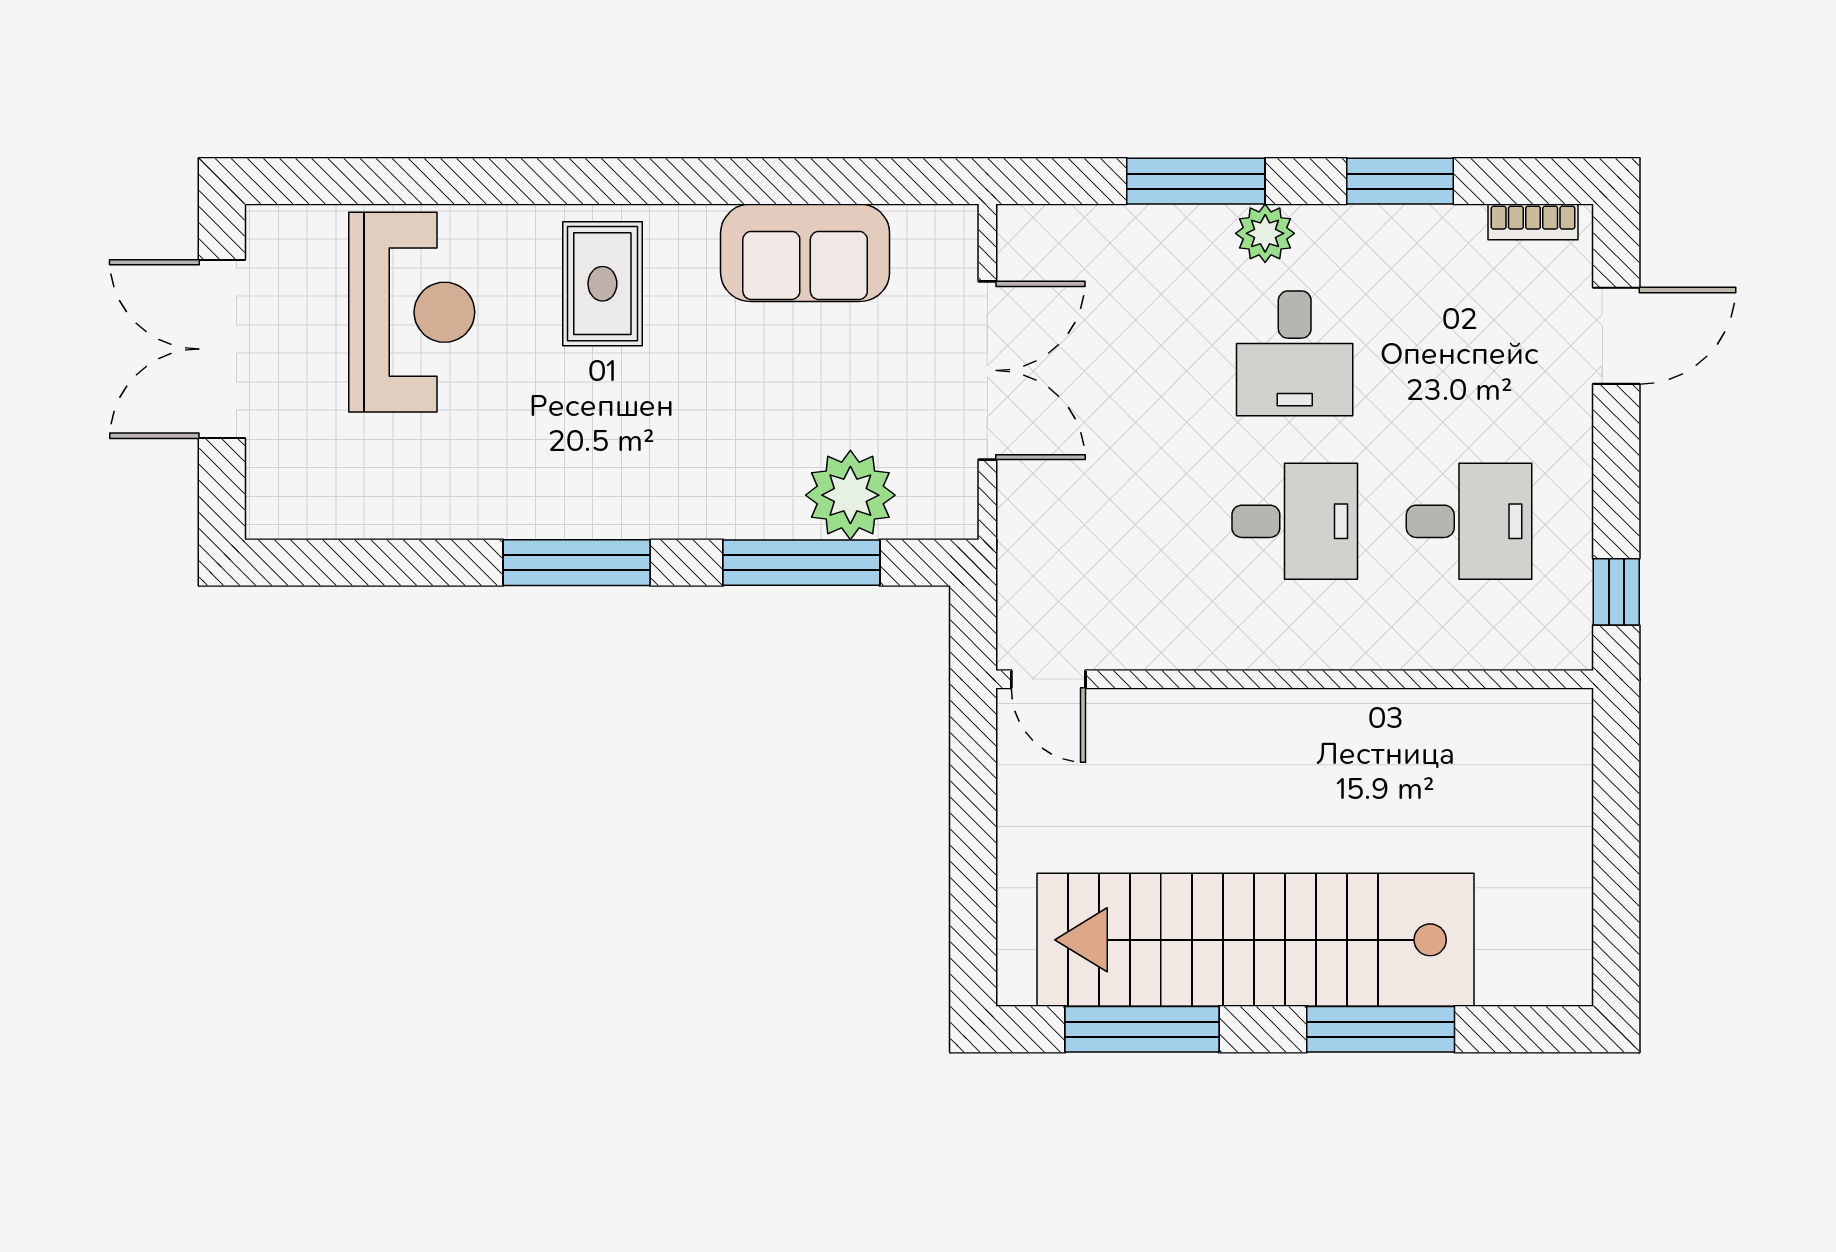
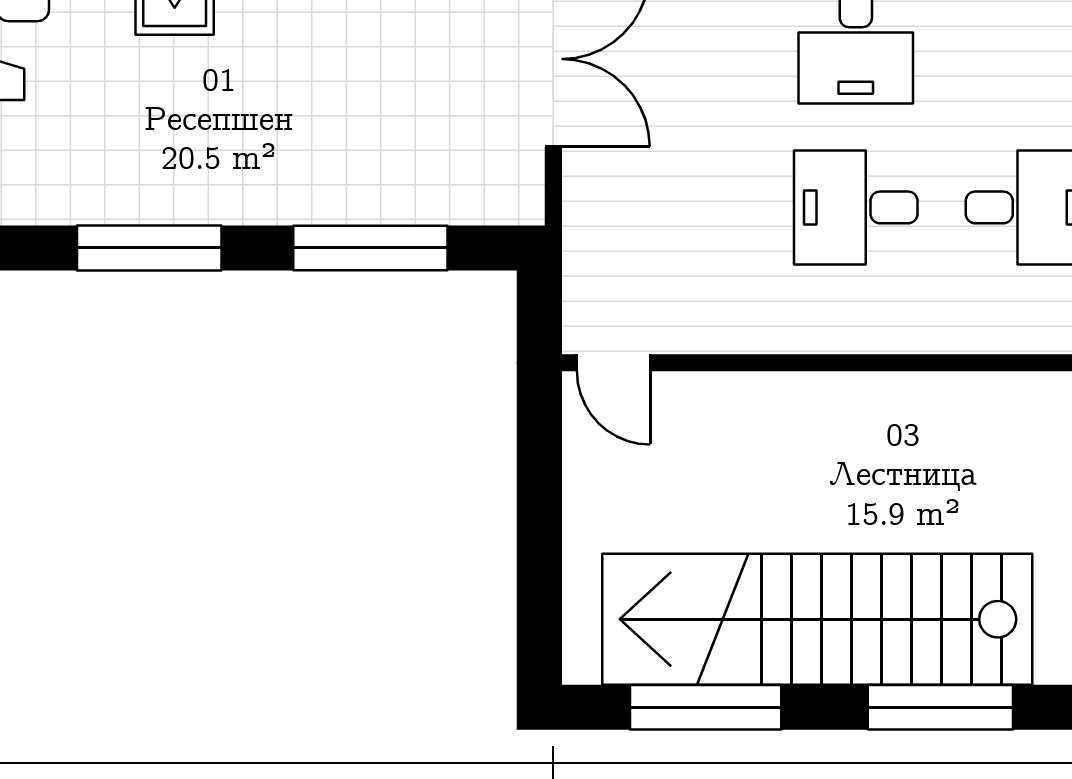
plant: (850, 495) -> (419, 182), removed
desk: (1295, 521) -> (856, 207), turned 180

